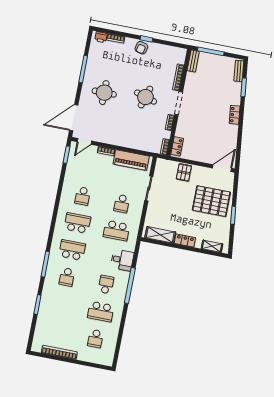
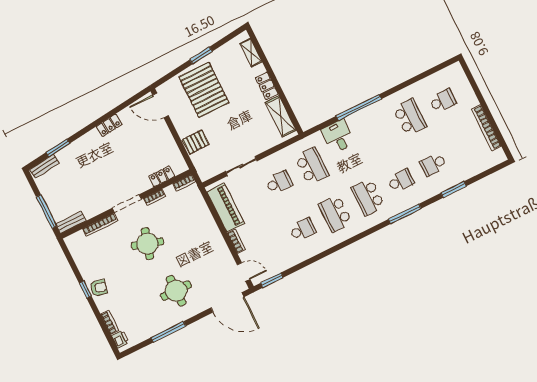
locker: (235, 115) -> (109, 125), moved
locker: (177, 146) -> (162, 176), moved
school desk: (106, 285) -> (433, 164), moved

